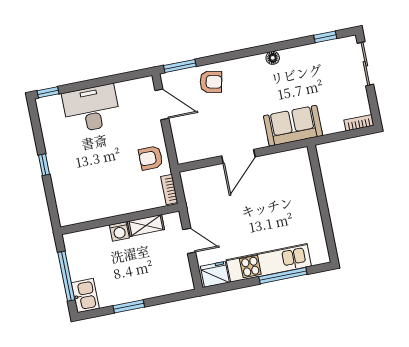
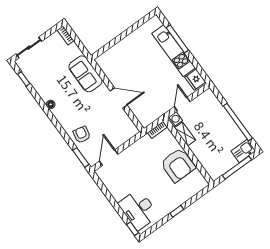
desk: (91, 109) -> (138, 209), moved
armchair: (151, 158) -> (178, 165), moved, width x1.88, depth x1.88
washing machine: (119, 231) -> (175, 119), moved
window: (129, 306) -> (238, 122), width x2.11

